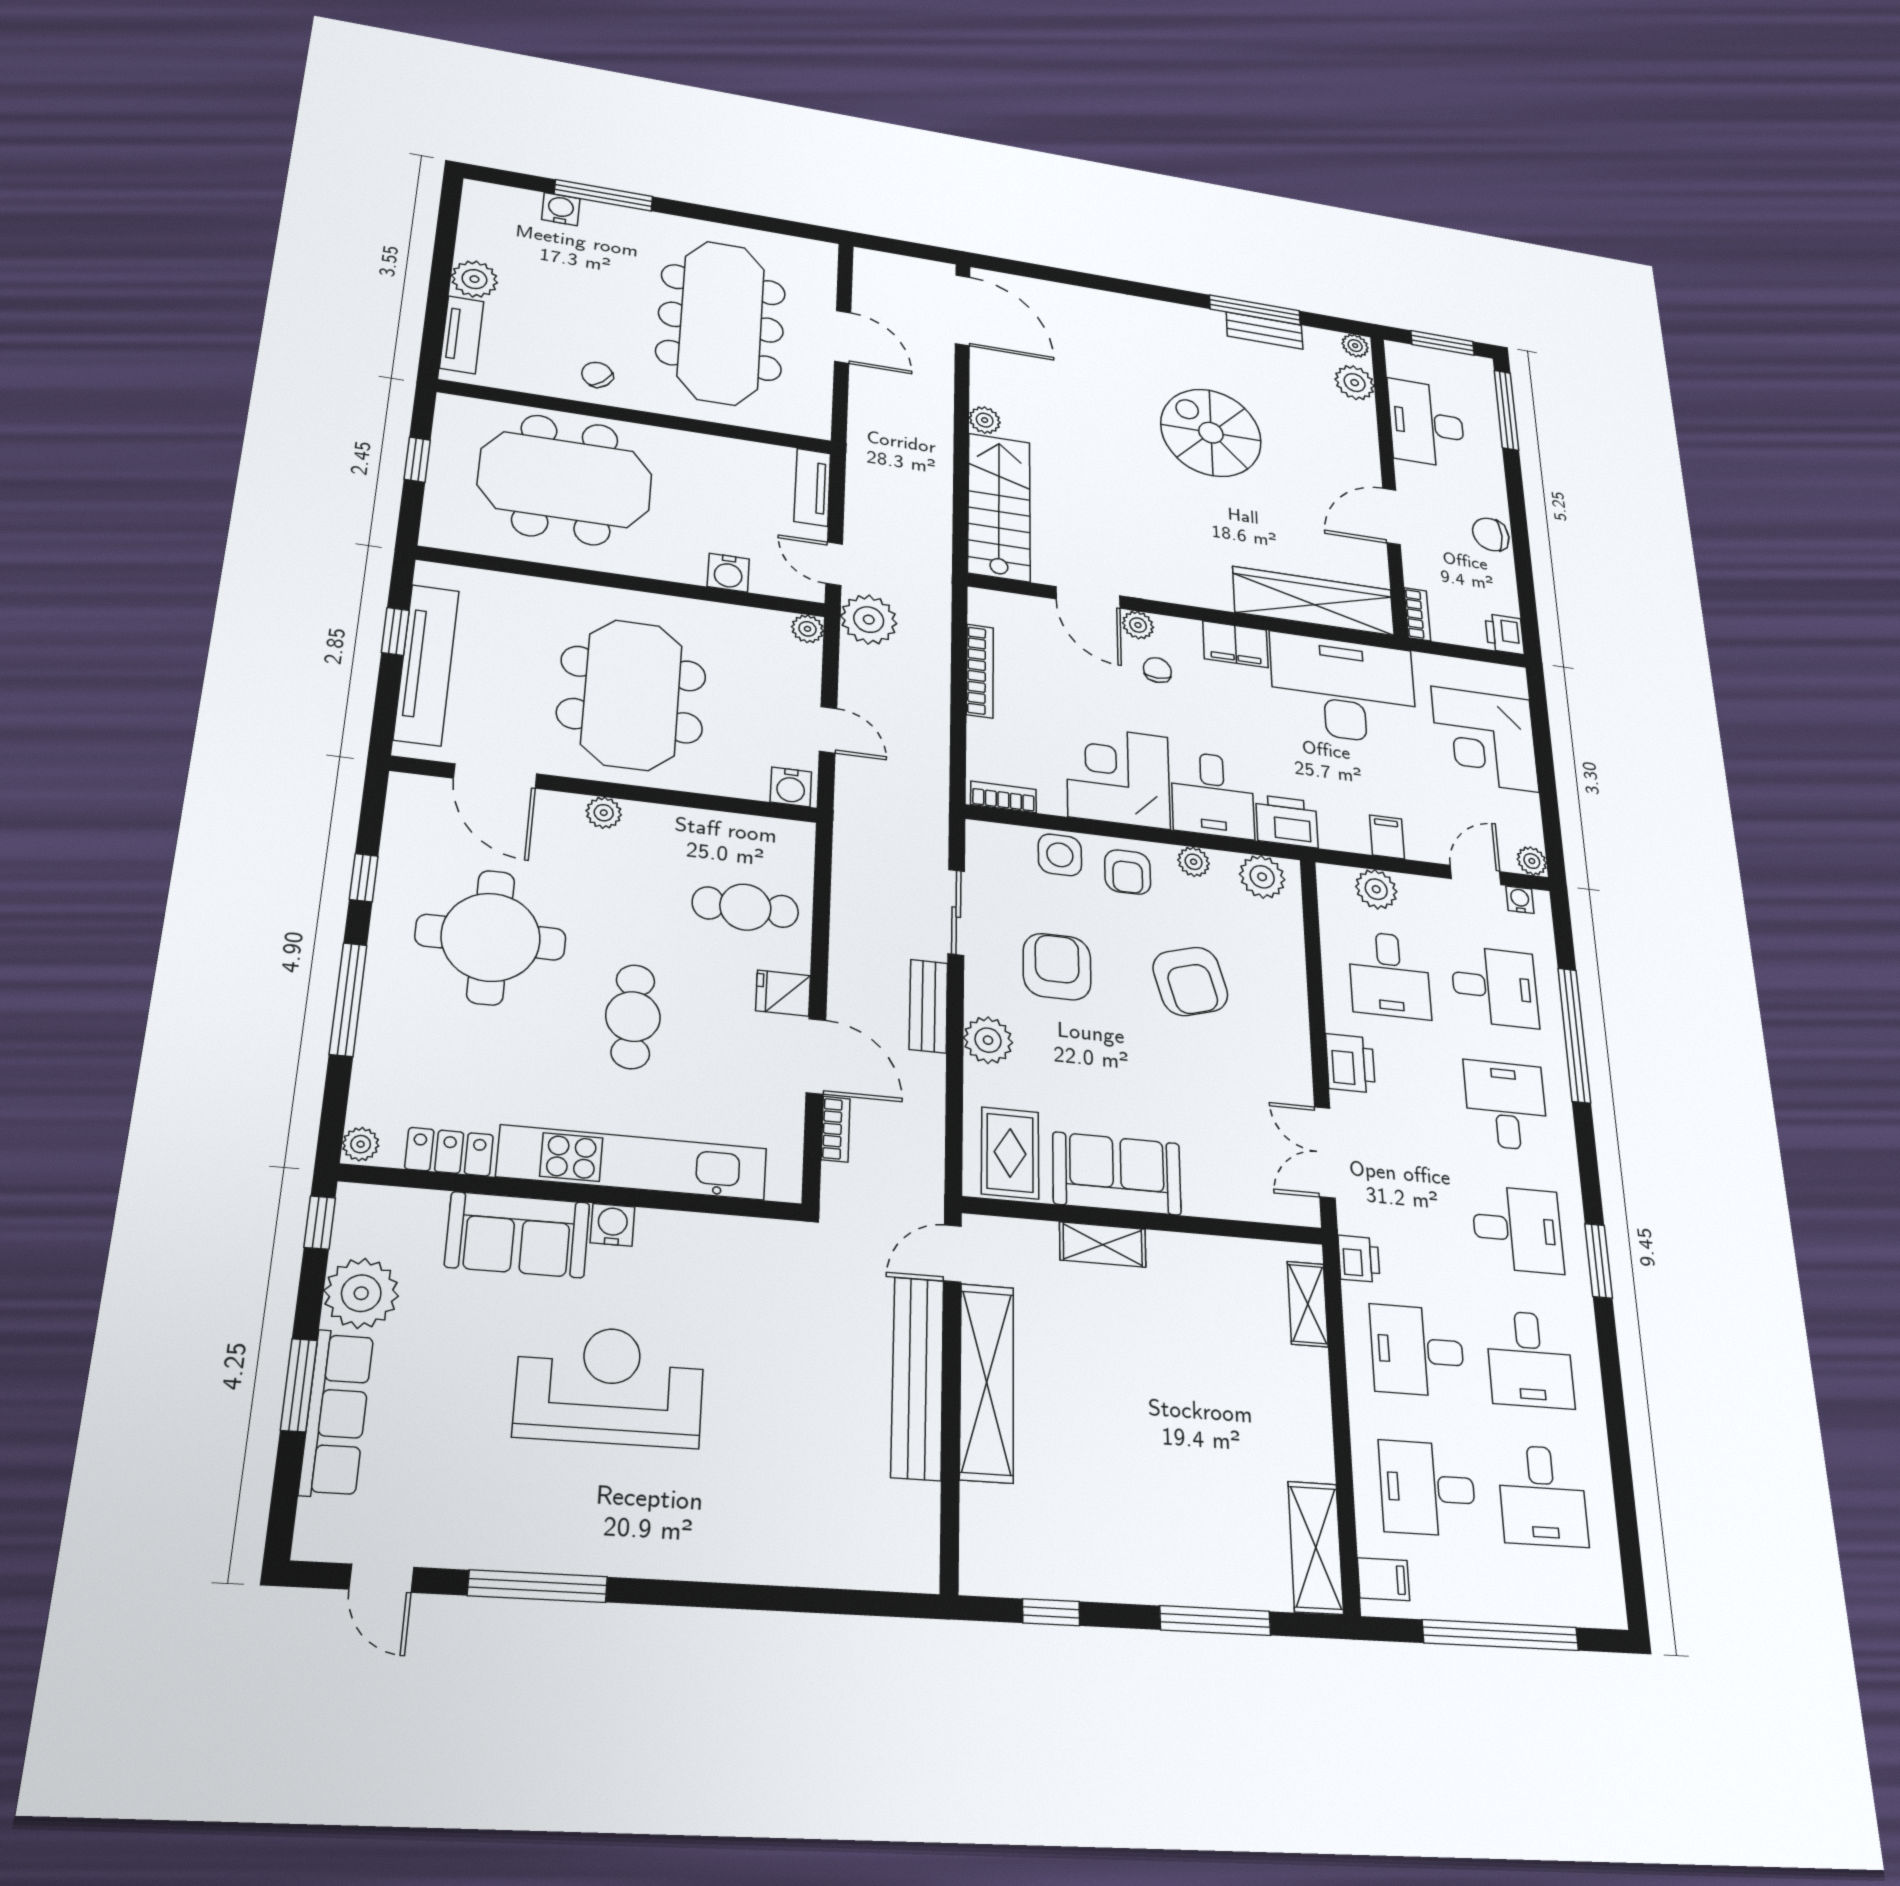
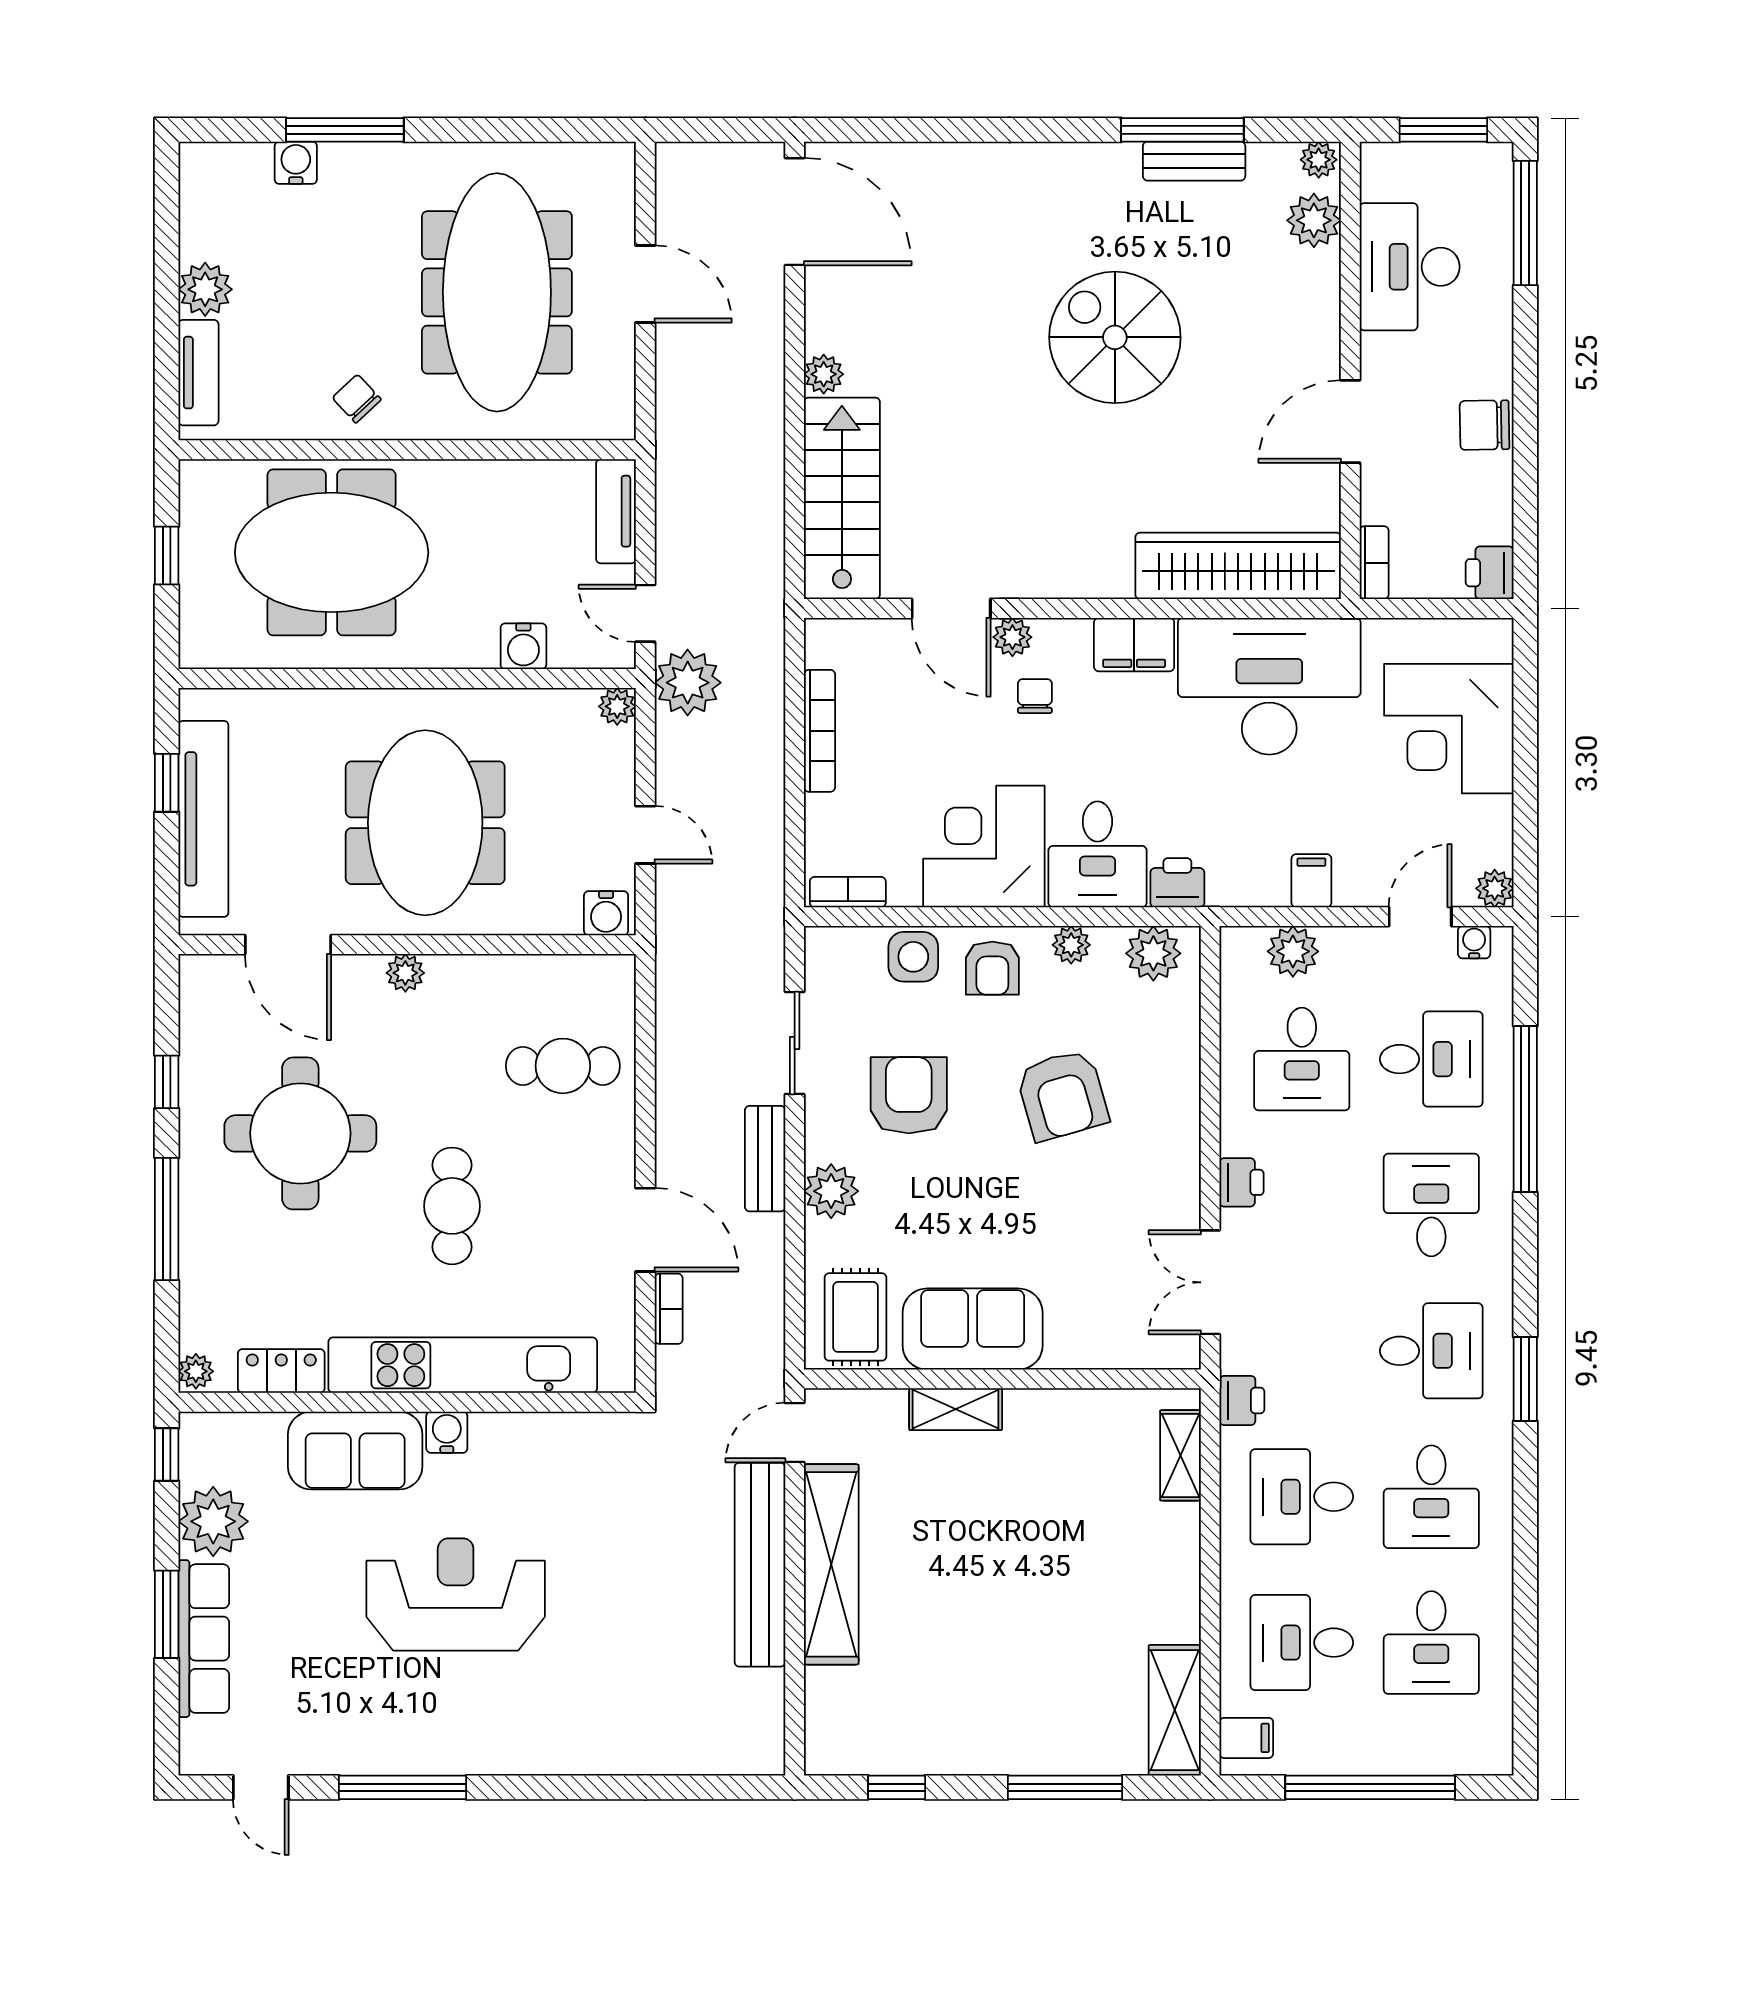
printer: (1287, 821) -> (1177, 883), width x0.73, depth x0.81
fridge: (783, 993) -> (608, 1162), removed
printer: (1350, 1063) -> (1242, 1182), width x0.73, depth x0.81

